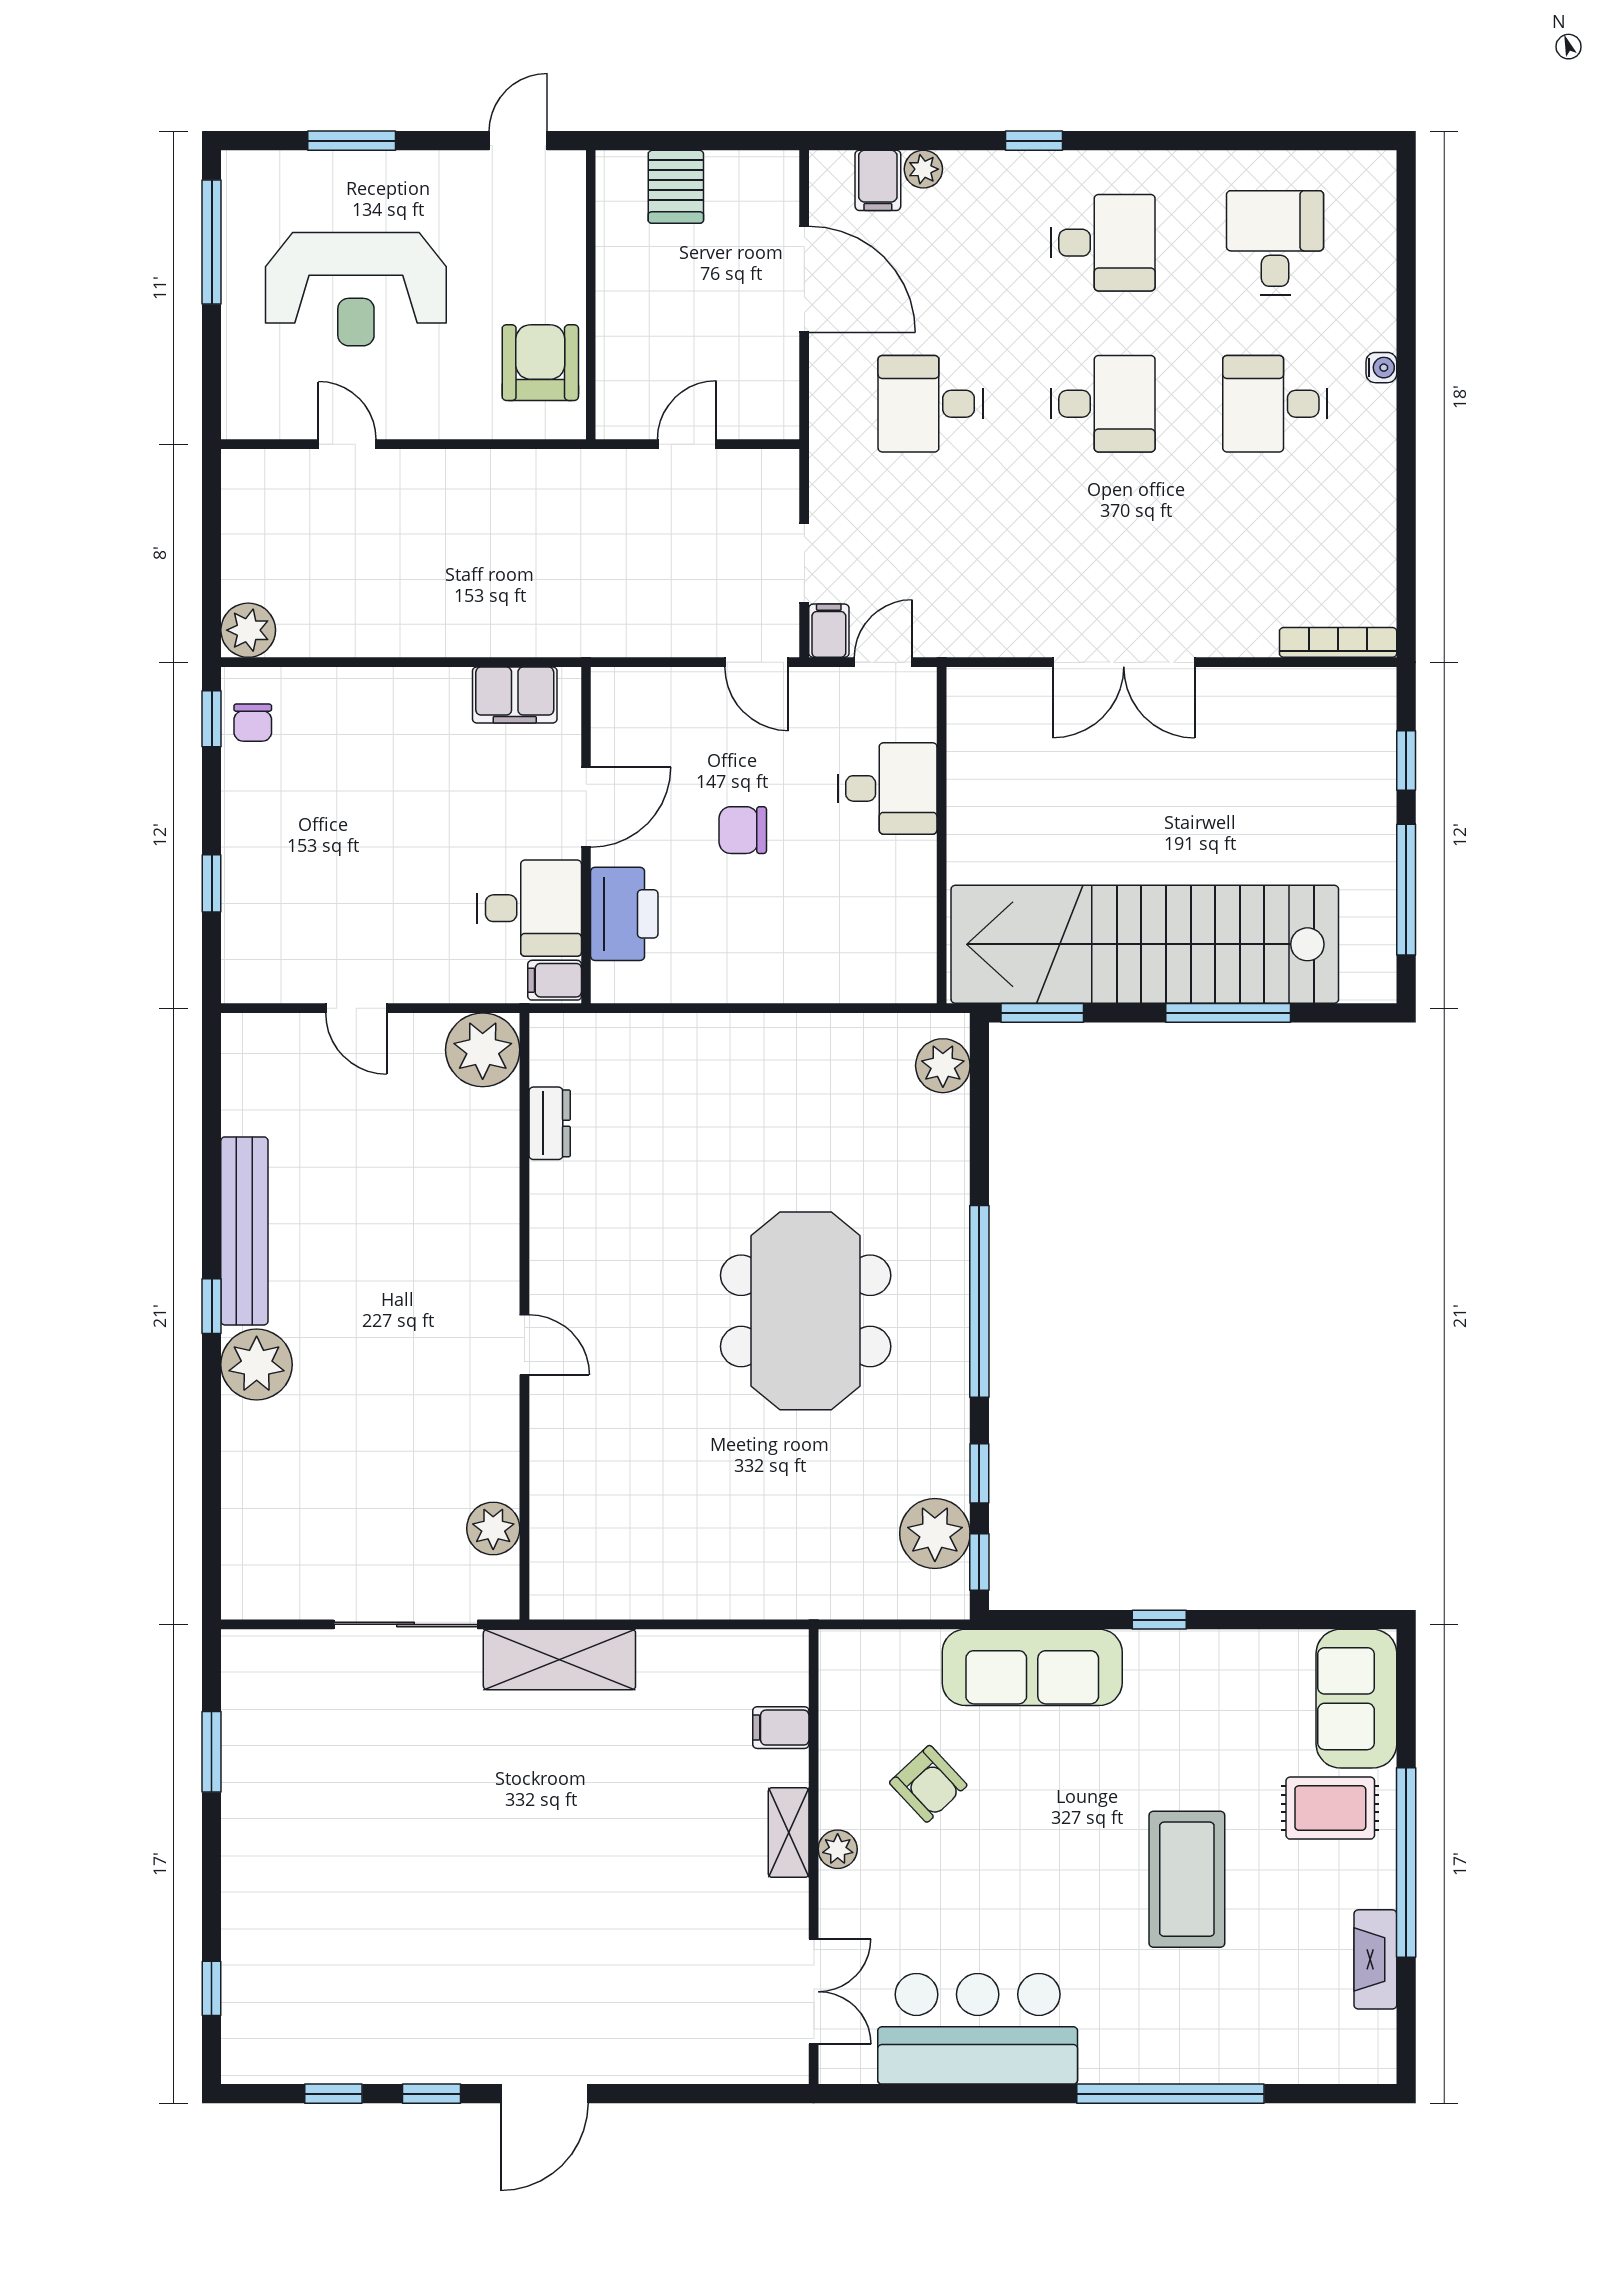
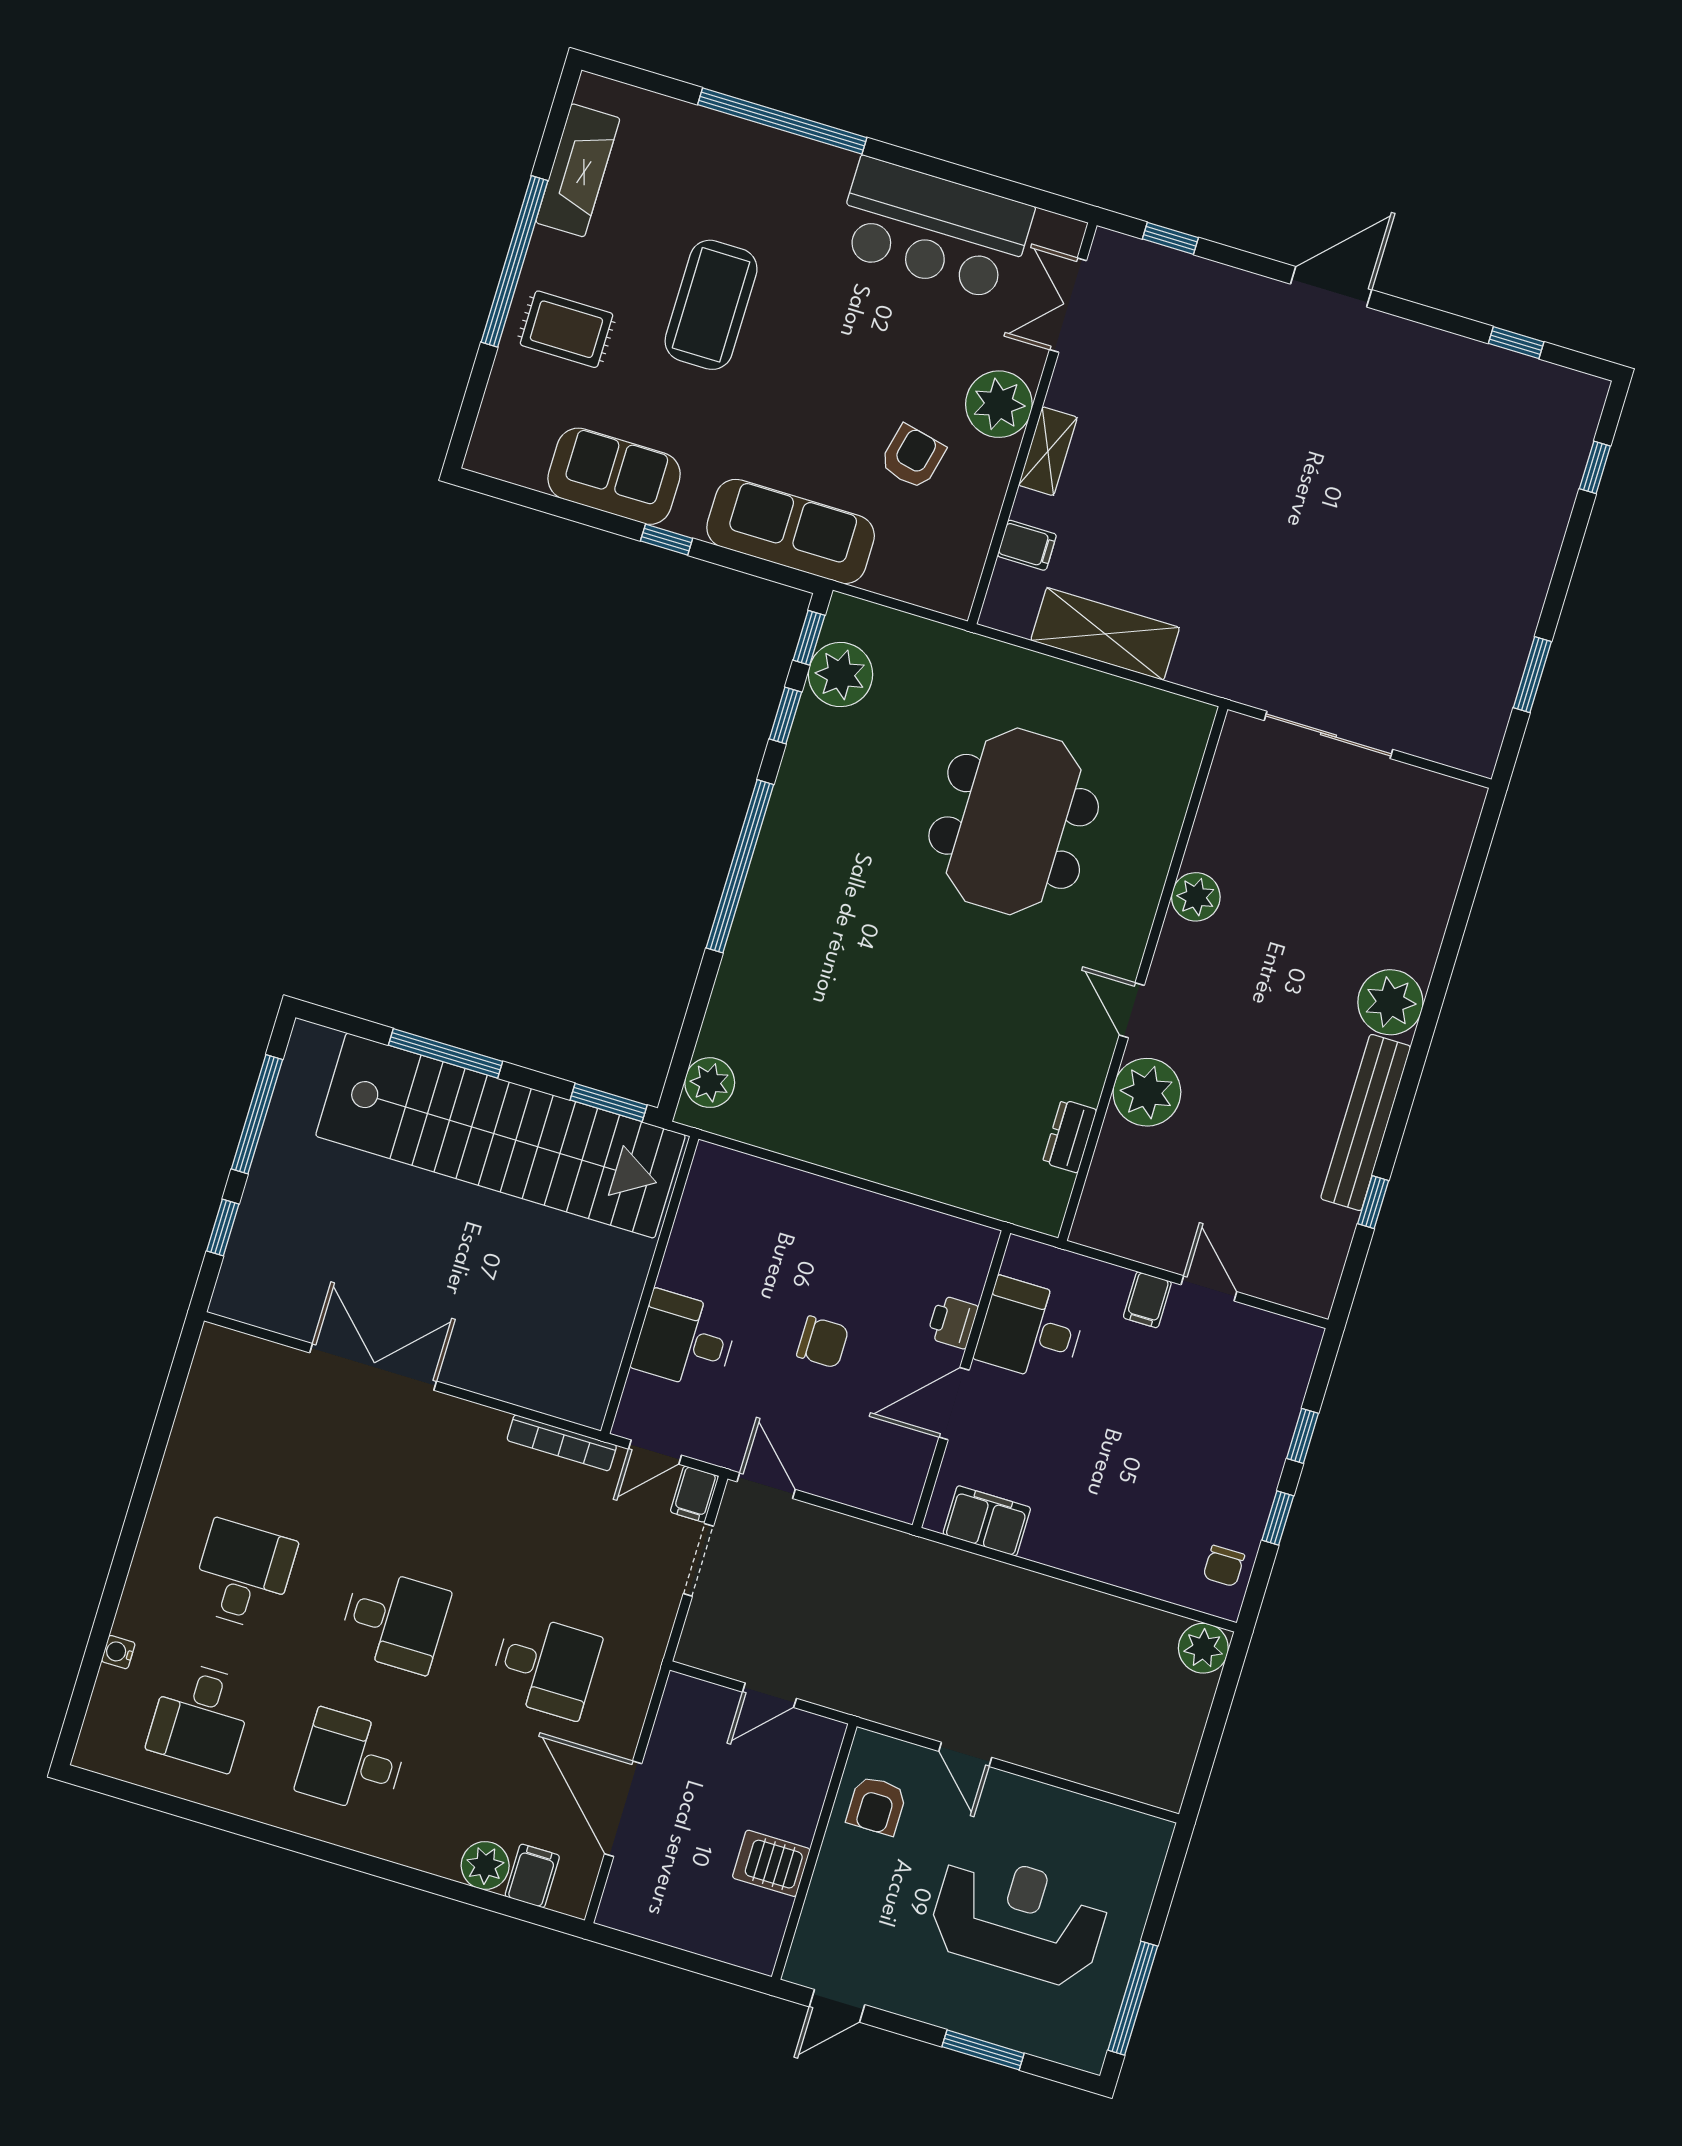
window: (1034, 141) -> (385, 1869), removed
plant: (923, 169) -> (485, 1866), width x1.38, depth x1.38
server rack: (676, 187) -> (771, 1863), moved, turned -90
armchair: (540, 363) -> (876, 1805), width x0.72, depth x0.72
water cooler: (1381, 368) -> (118, 1652), moved
desk: (1103, 404) -> (394, 1620), turned 180
desk: (1275, 404) -> (243, 1575), turned -90
door: (347, 444) -> (965, 1754), moved
bookcase: (1338, 642) -> (562, 1443), moved
double door: (1124, 662) -> (373, 1367), moved
window: (212, 719) -> (1278, 1518), moved
chair: (253, 723) -> (1224, 1566), turned 180
printer: (624, 914) -> (953, 1322), width x0.53, depth x0.68
filing cabinet: (555, 980) -> (1147, 1300), moved, turned 90
plant: (483, 1050) -> (1147, 1092), moved
window: (212, 1306) -> (1373, 1202), moved
meeting table: (806, 1311) -> (1014, 821), moved
door: (524, 1345) -> (1132, 1010), moved
plant: (493, 1528) -> (1196, 897), moved
shelving: (559, 1660) -> (1105, 634), moved
sofa: (1356, 1699) -> (614, 476), moved, turned -90
armchair: (928, 1784) -> (913, 457), turned 56
plant: (838, 1849) -> (999, 404), width x1.88, depth x1.88
fireplace: (1375, 1959) -> (578, 170), width x1.37, depth x1.32
window: (431, 2094) -> (1170, 238), moved

